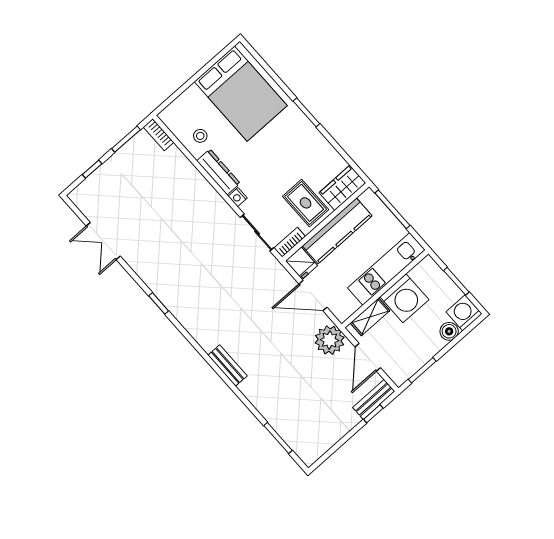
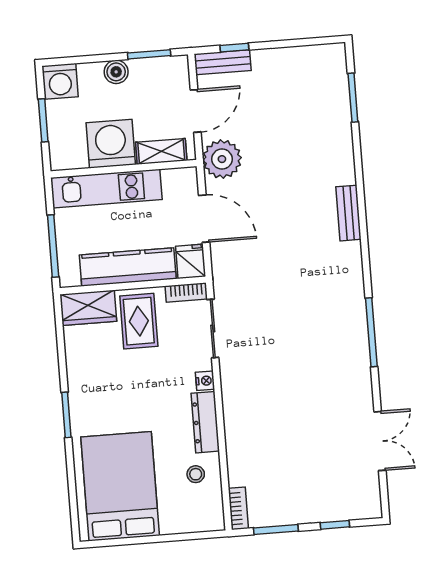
window: (159, 303) -> (371, 332), width x2.17
boiler: (449, 331) -> (116, 72), moved

